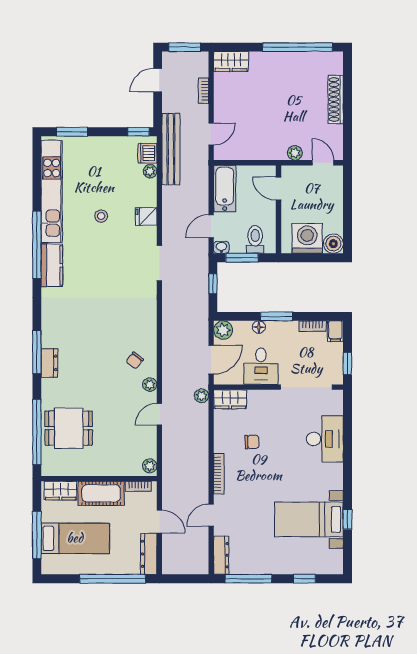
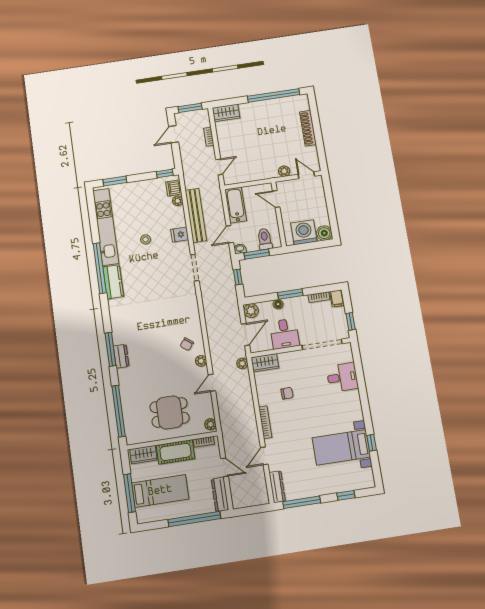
bench: (171, 149) -> (196, 215), moved
dining table: (69, 428) -> (170, 412), moved
desk: (325, 439) -> (342, 377), width x0.73

